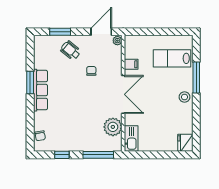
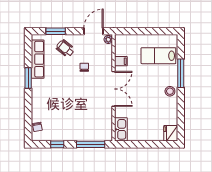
row of seats: (40, 90) -> (38, 59), moved
plant: (113, 127) -> (104, 119), removed

